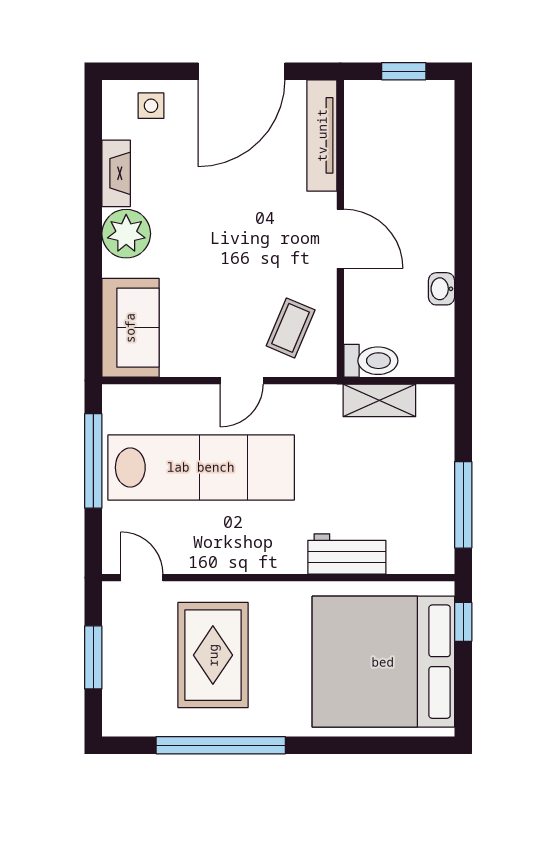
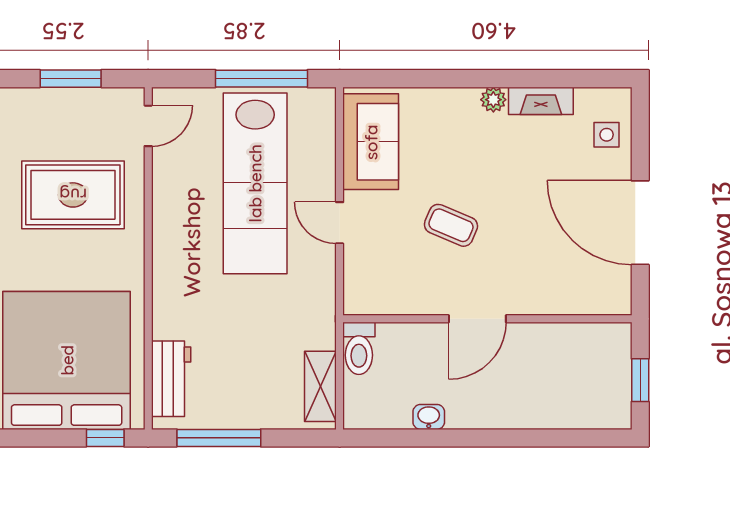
tv unit: (322, 135) -> (578, 301), removed
plant: (126, 234) -> (493, 100), width x0.53, depth x0.53
sofa: (130, 328) -> (371, 142), moved, turned -90
coffee table: (291, 328) -> (451, 225), moved
shelving: (379, 400) -> (320, 386), moved
workbench: (347, 554) -> (171, 379), moved

